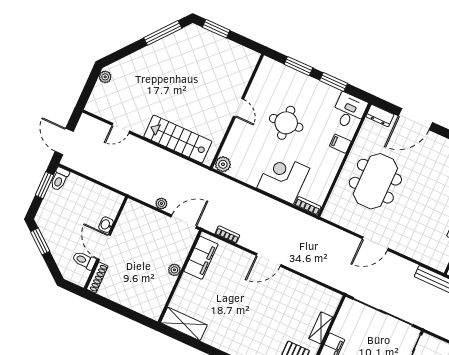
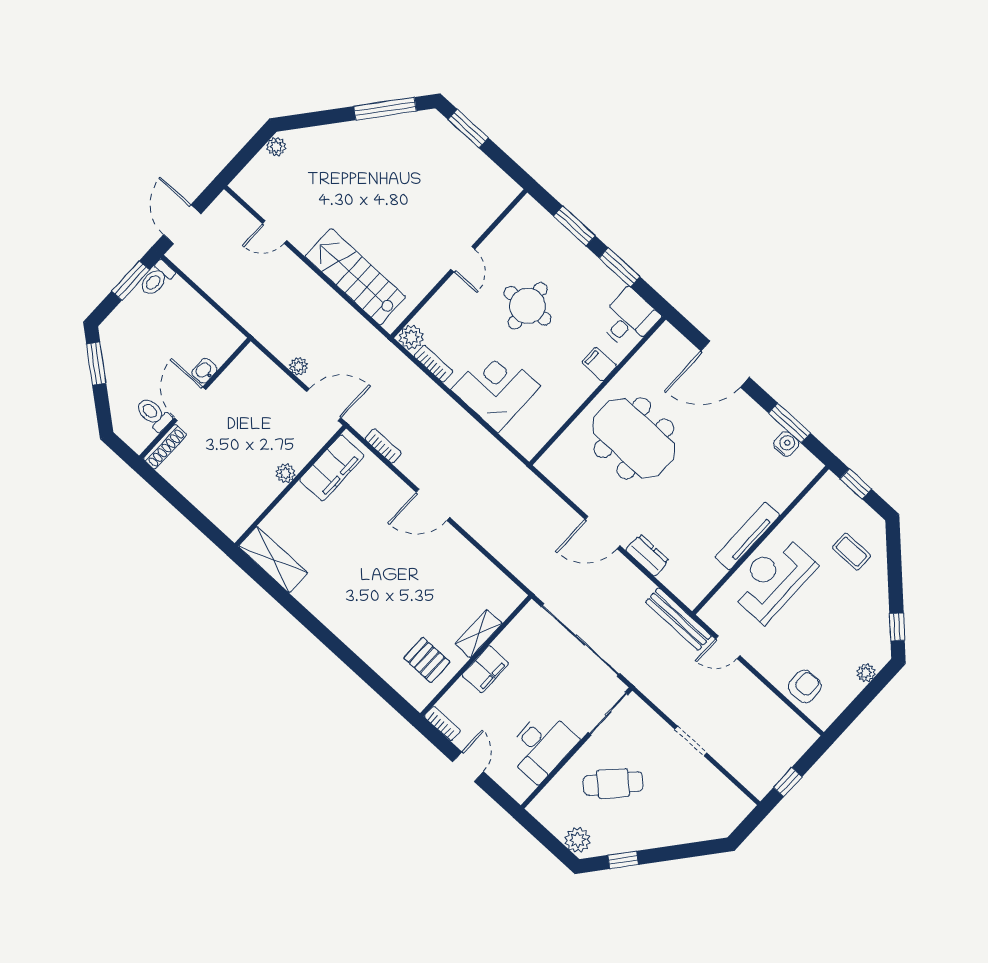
dresser: (380, 116) -> (647, 555), moved, turned 180
meeting table: (375, 181) -> (634, 438), turned 90
bookcase: (308, 206) -> (433, 364), moved

